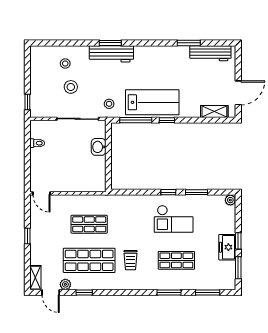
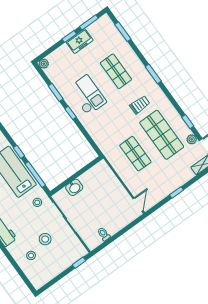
window: (169, 292) -> (153, 74), moved

